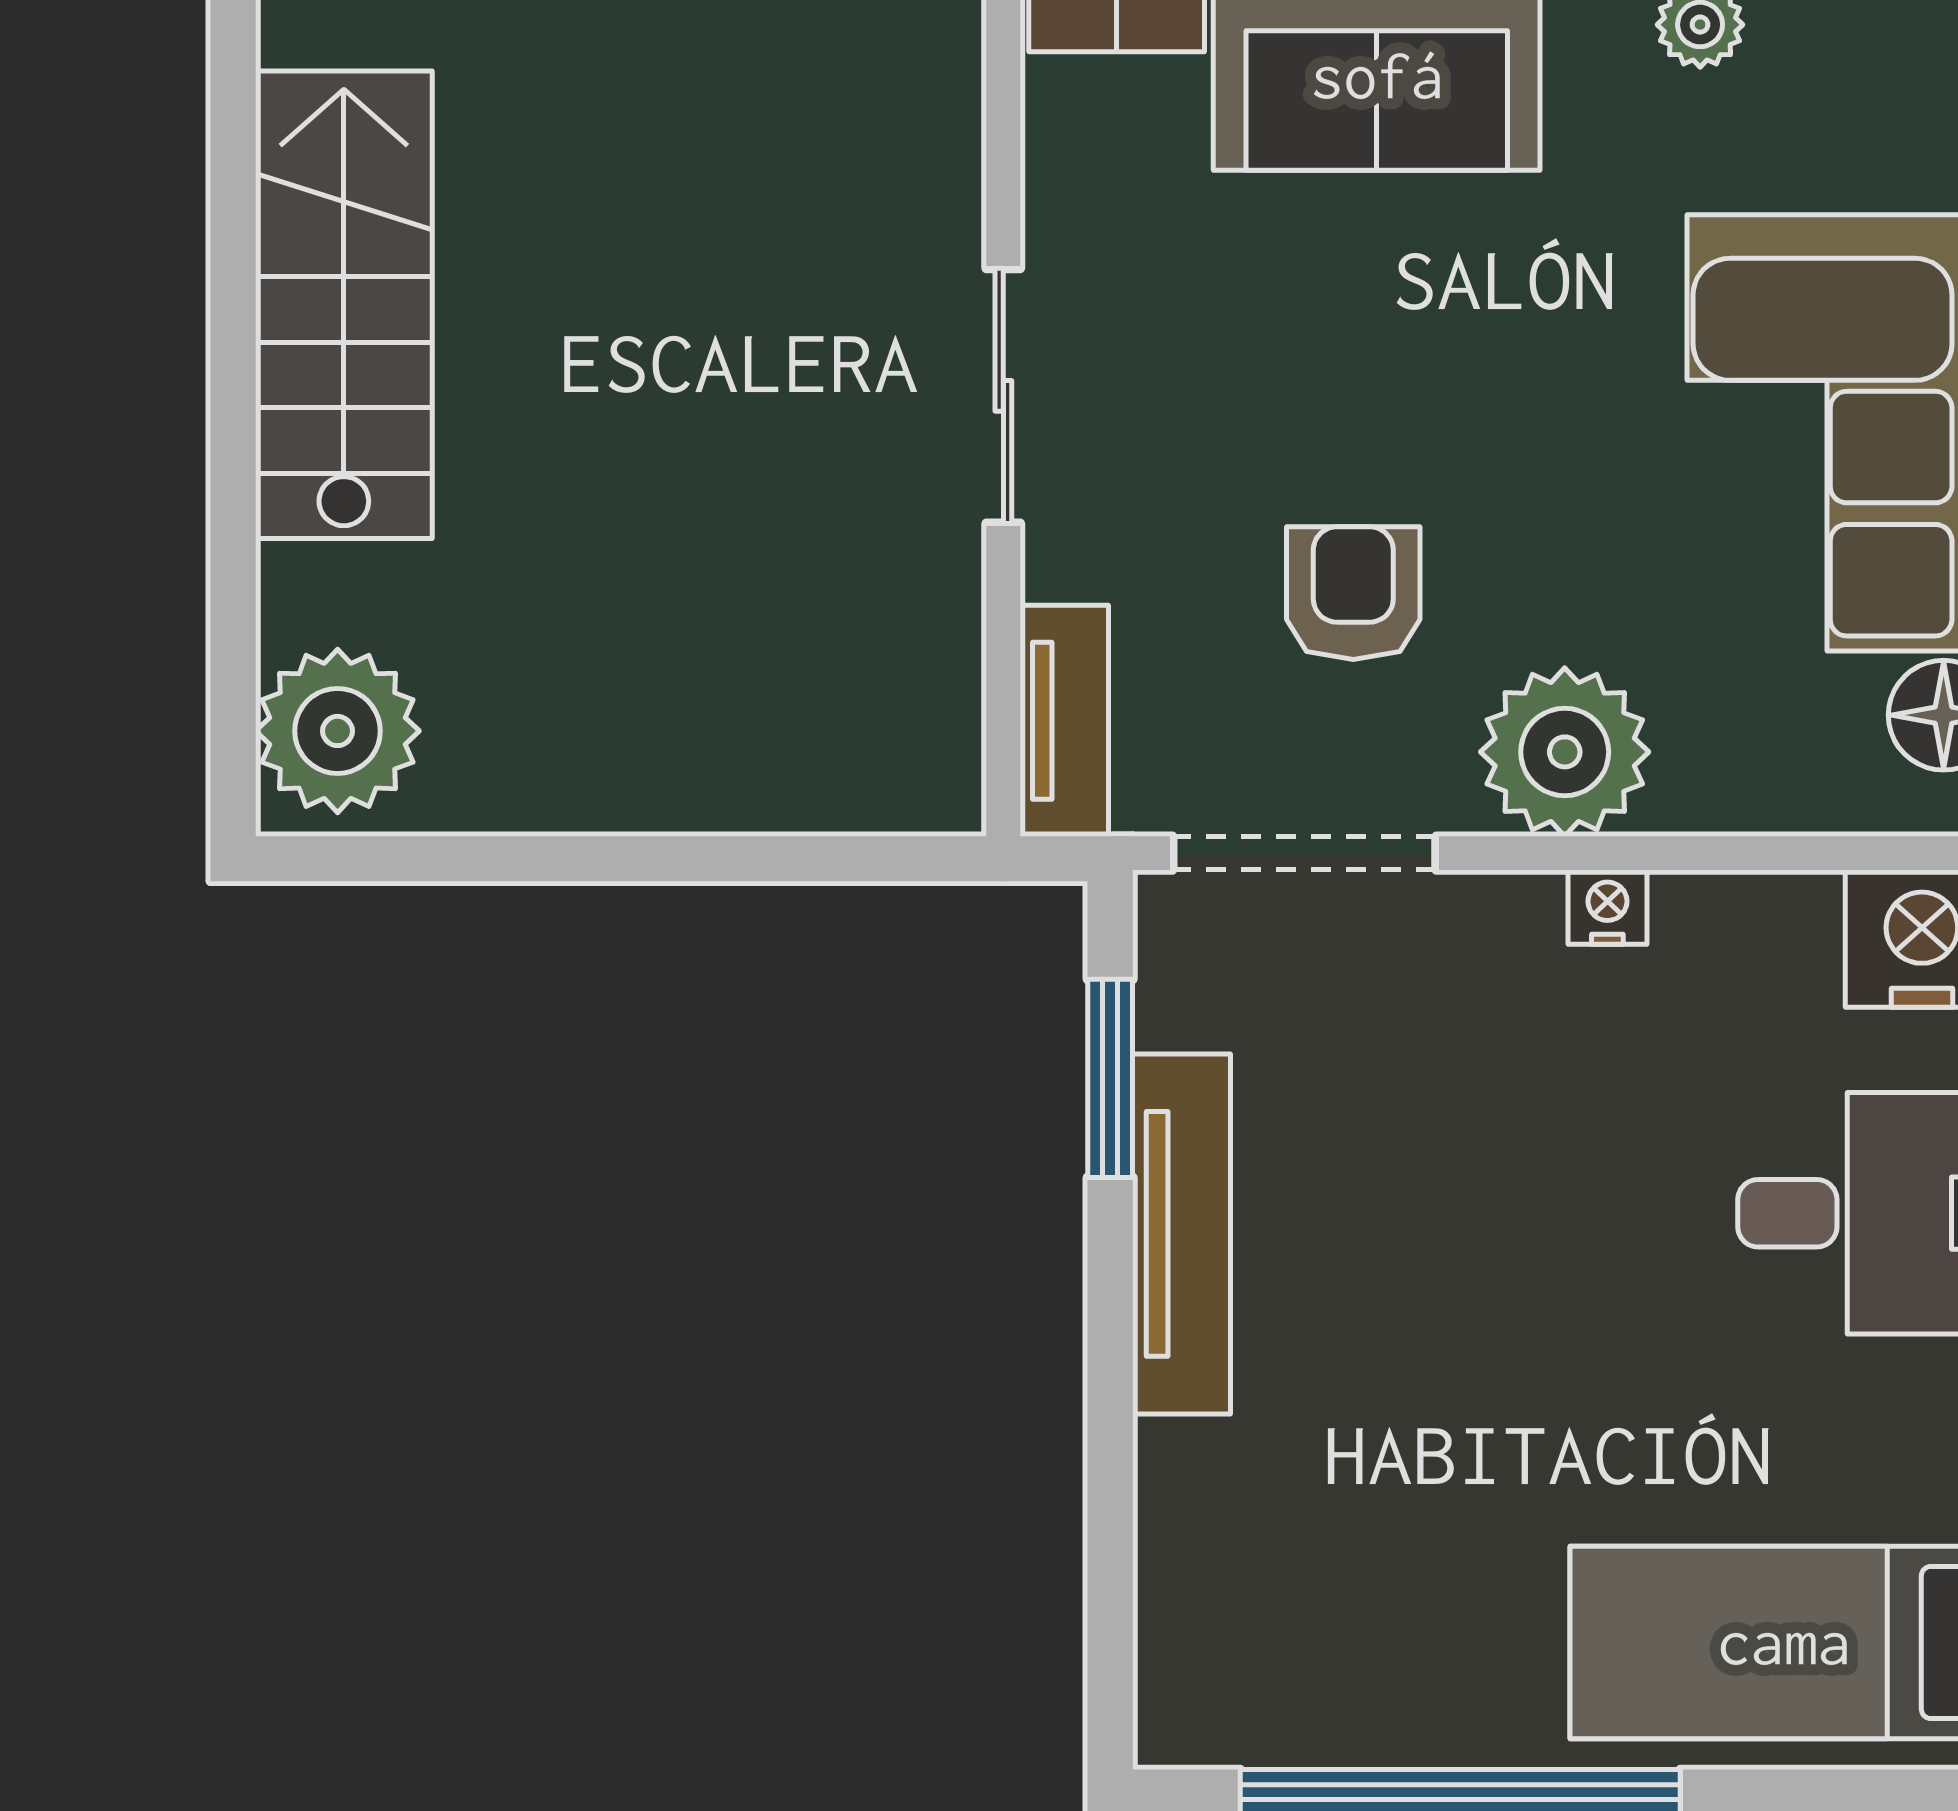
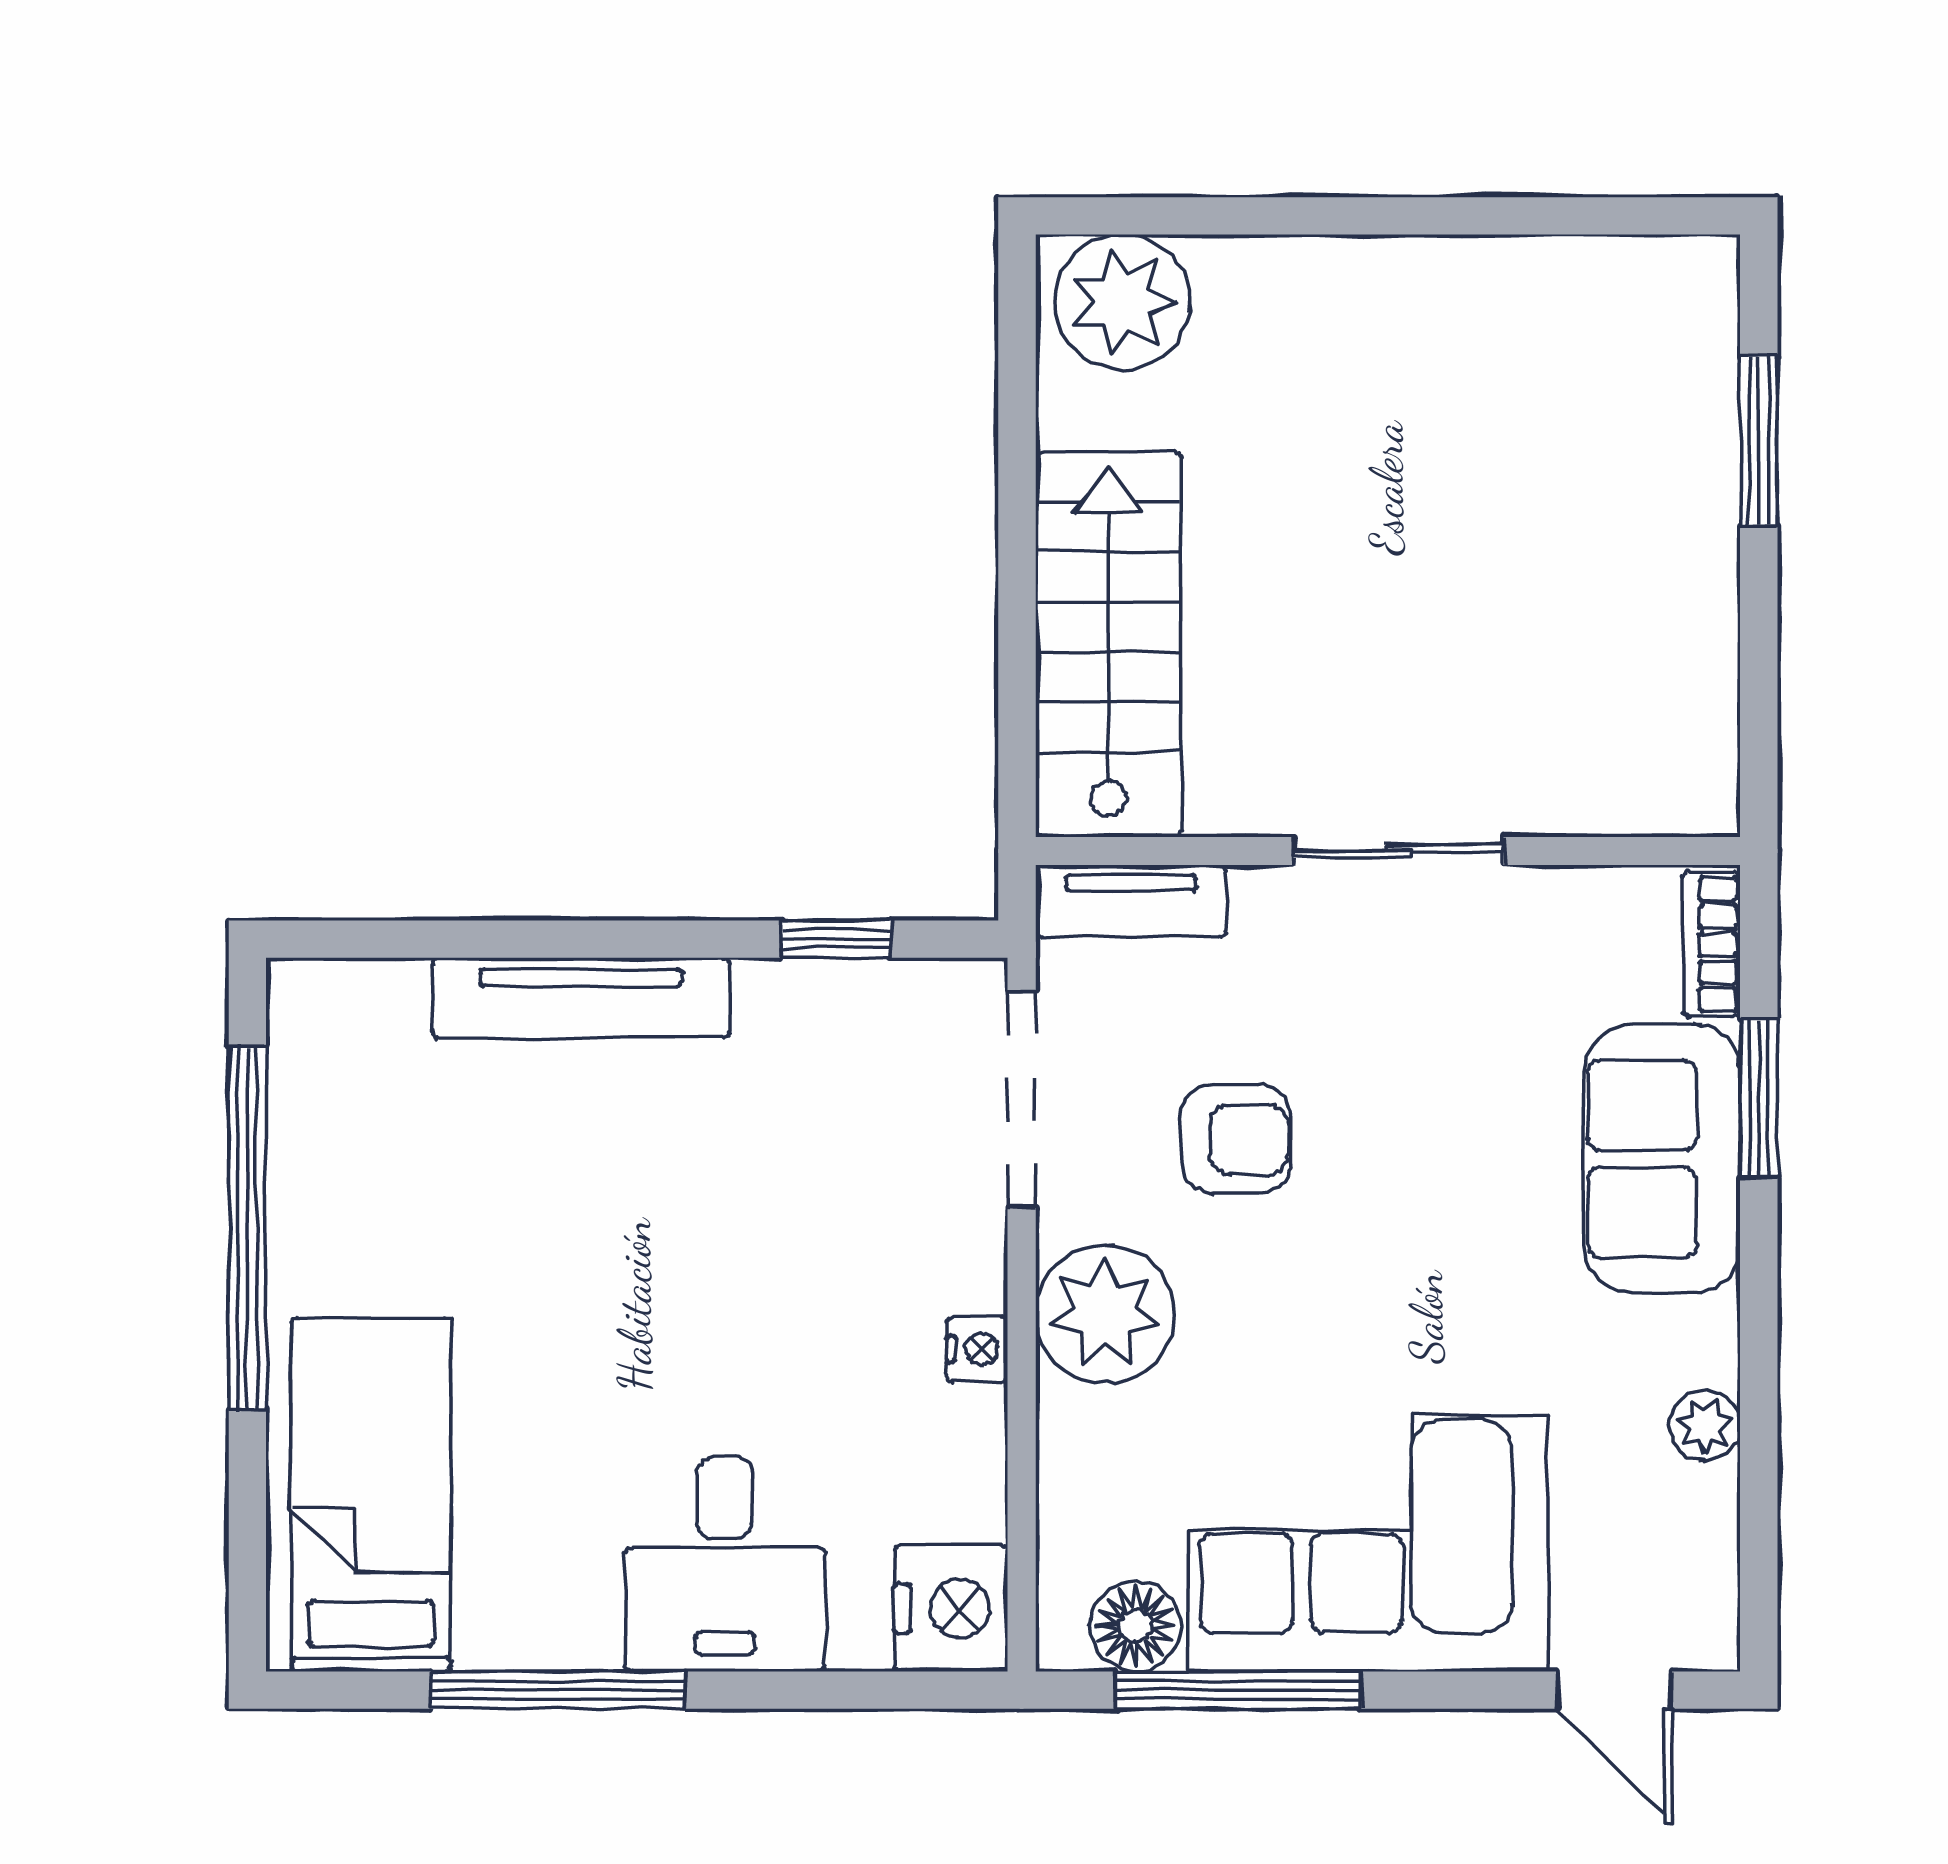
stairs: (344, 305) -> (1108, 644), moved, turned -90
window: (1110, 1078) -> (836, 939), width x0.67
tv unit: (1181, 1234) -> (581, 998), moved

